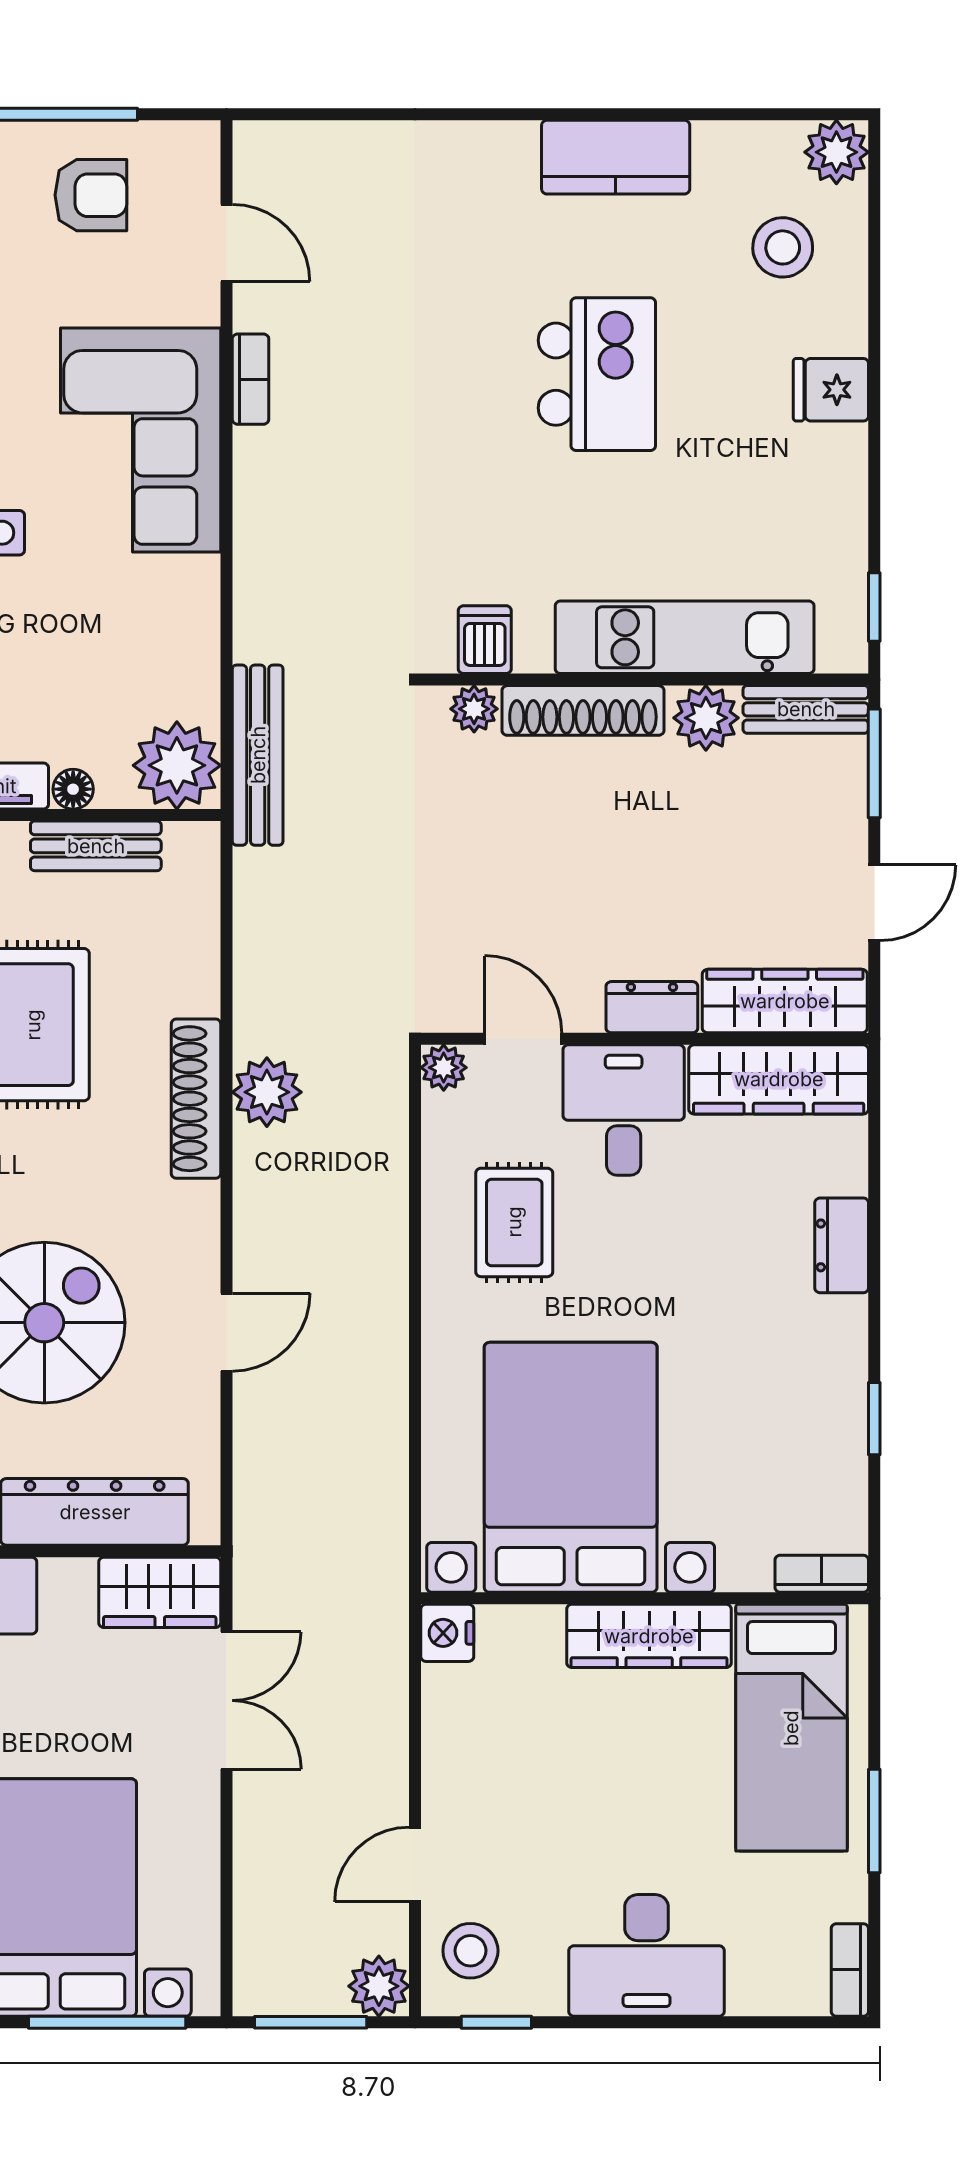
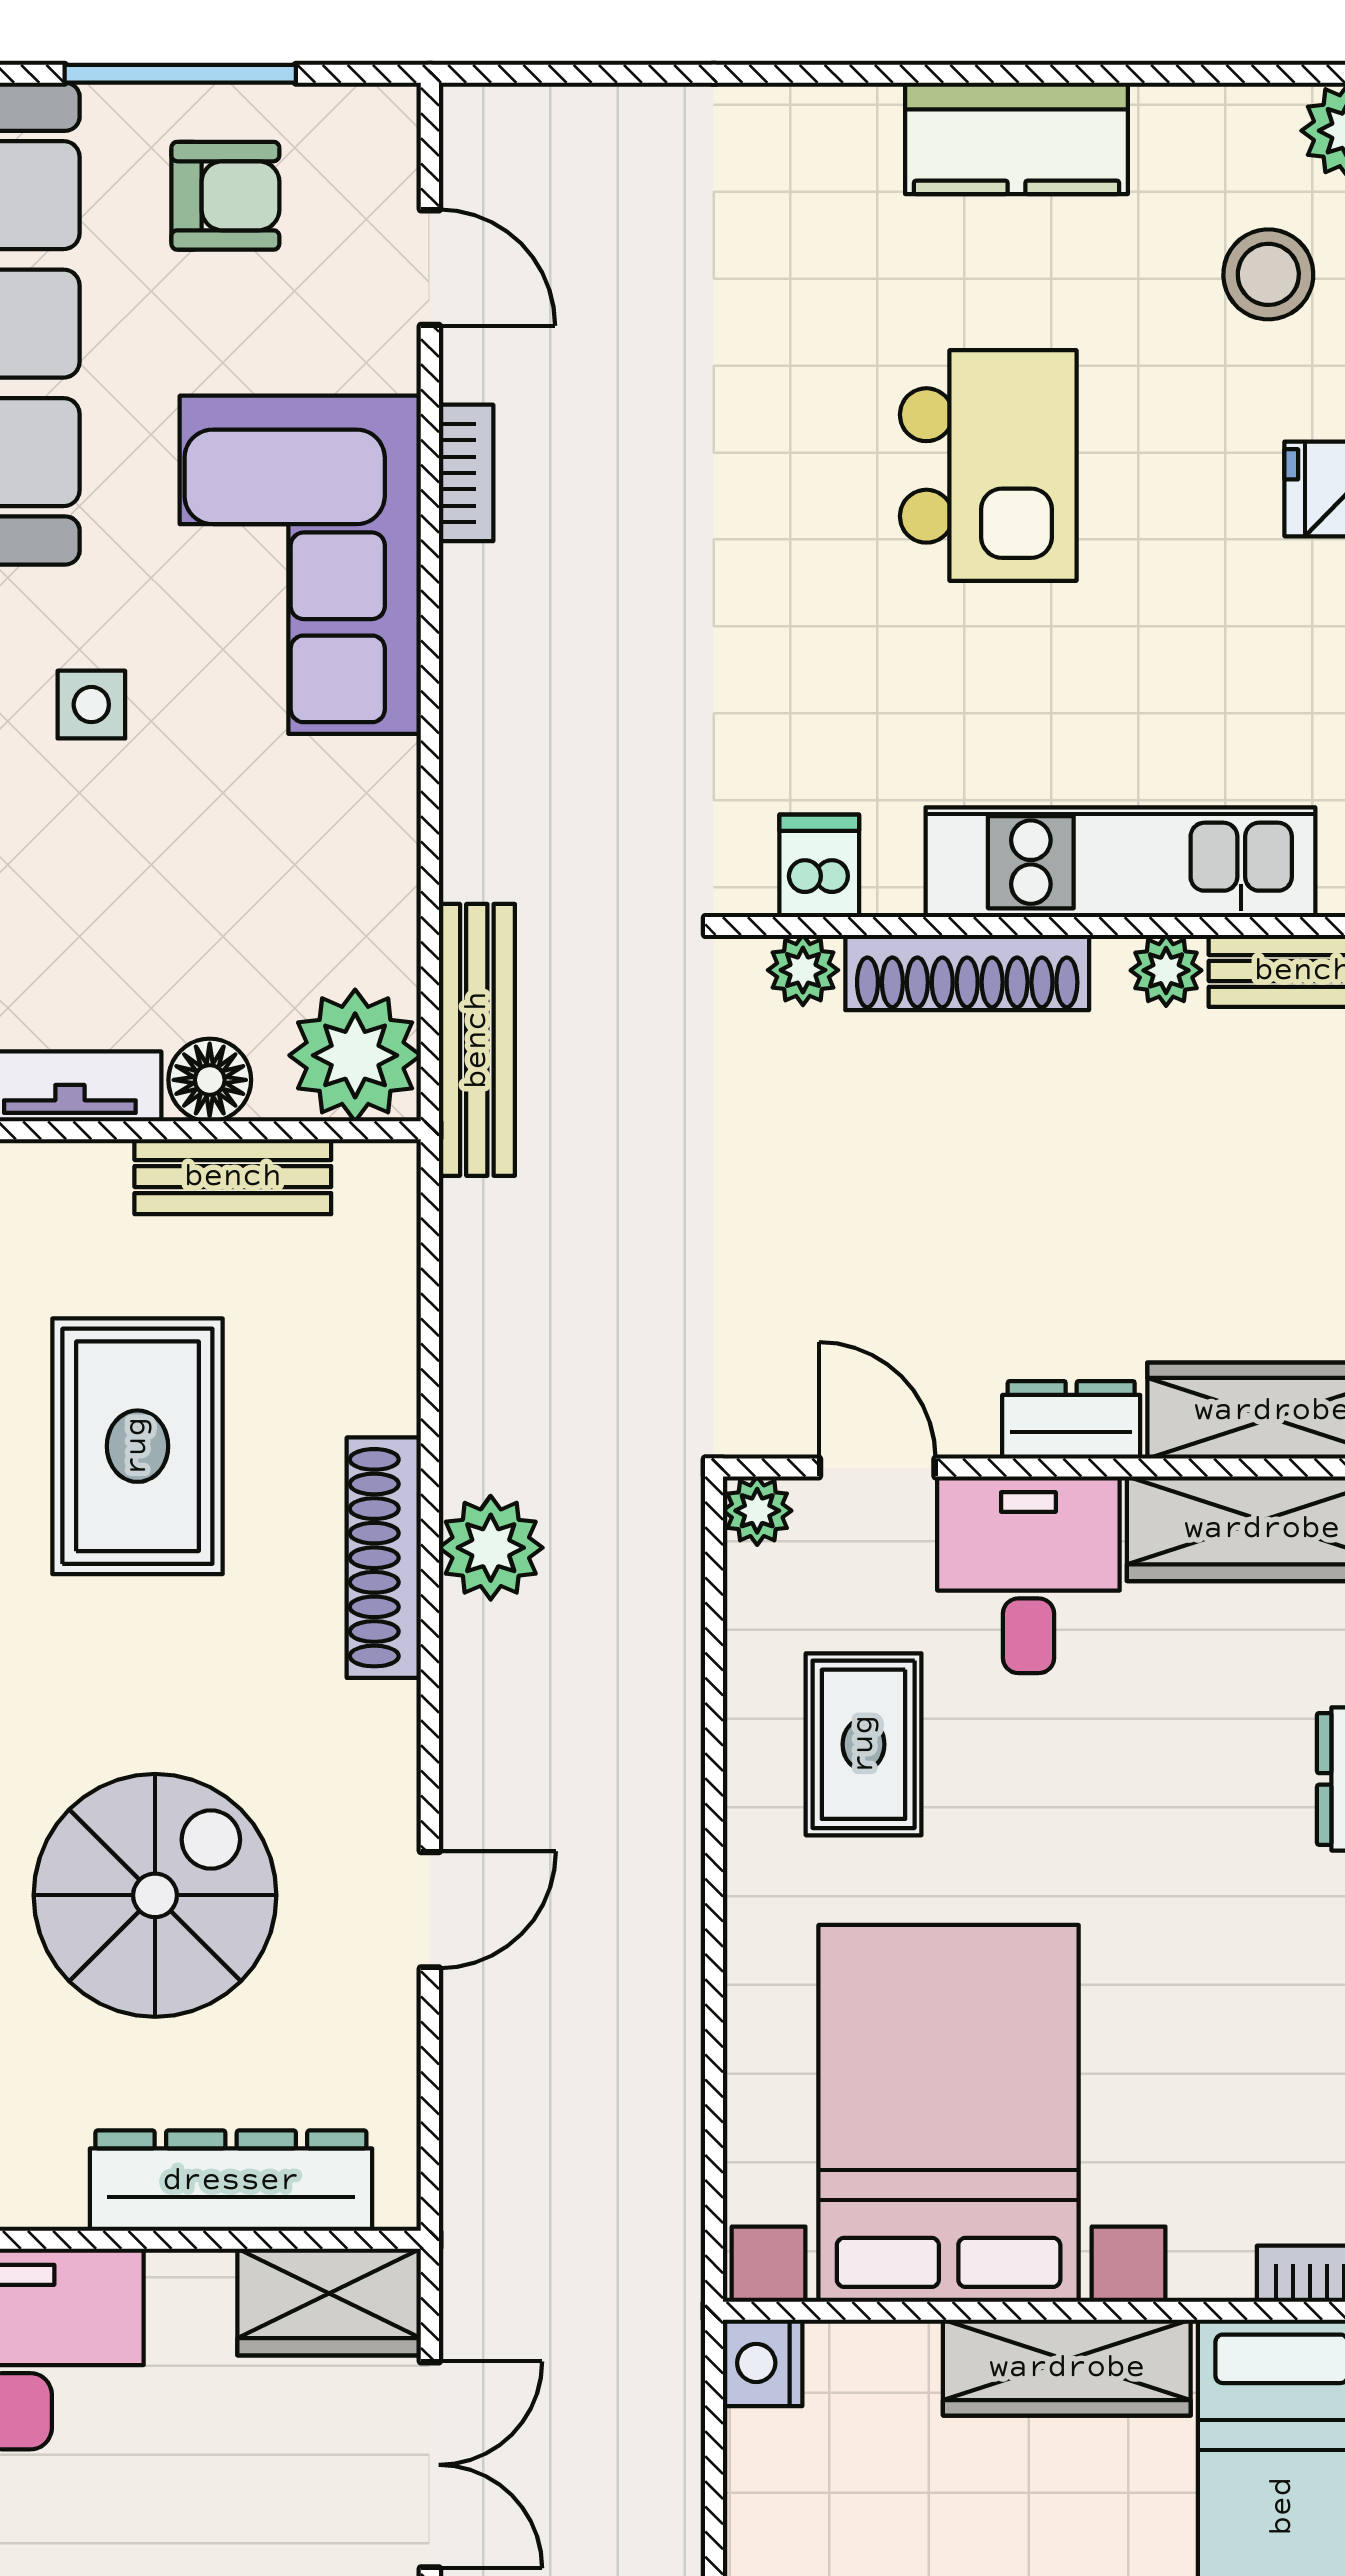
plant: (706, 718) -> (1166, 970), width x0.73, depth x0.73
floor lamp: (73, 789) -> (210, 1080), width x1.37, depth x1.37

